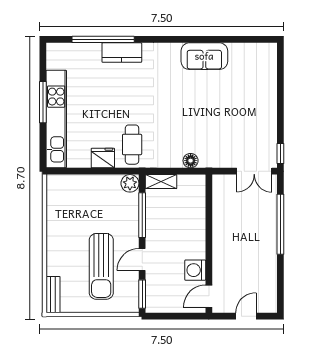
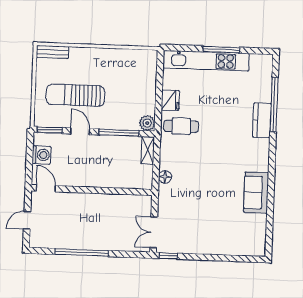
window: (280, 224) -> (82, 252), moved
washing machine: (195, 270) -> (41, 155), moved, turned 90
door: (246, 316) -> (27, 220), swing flipped

